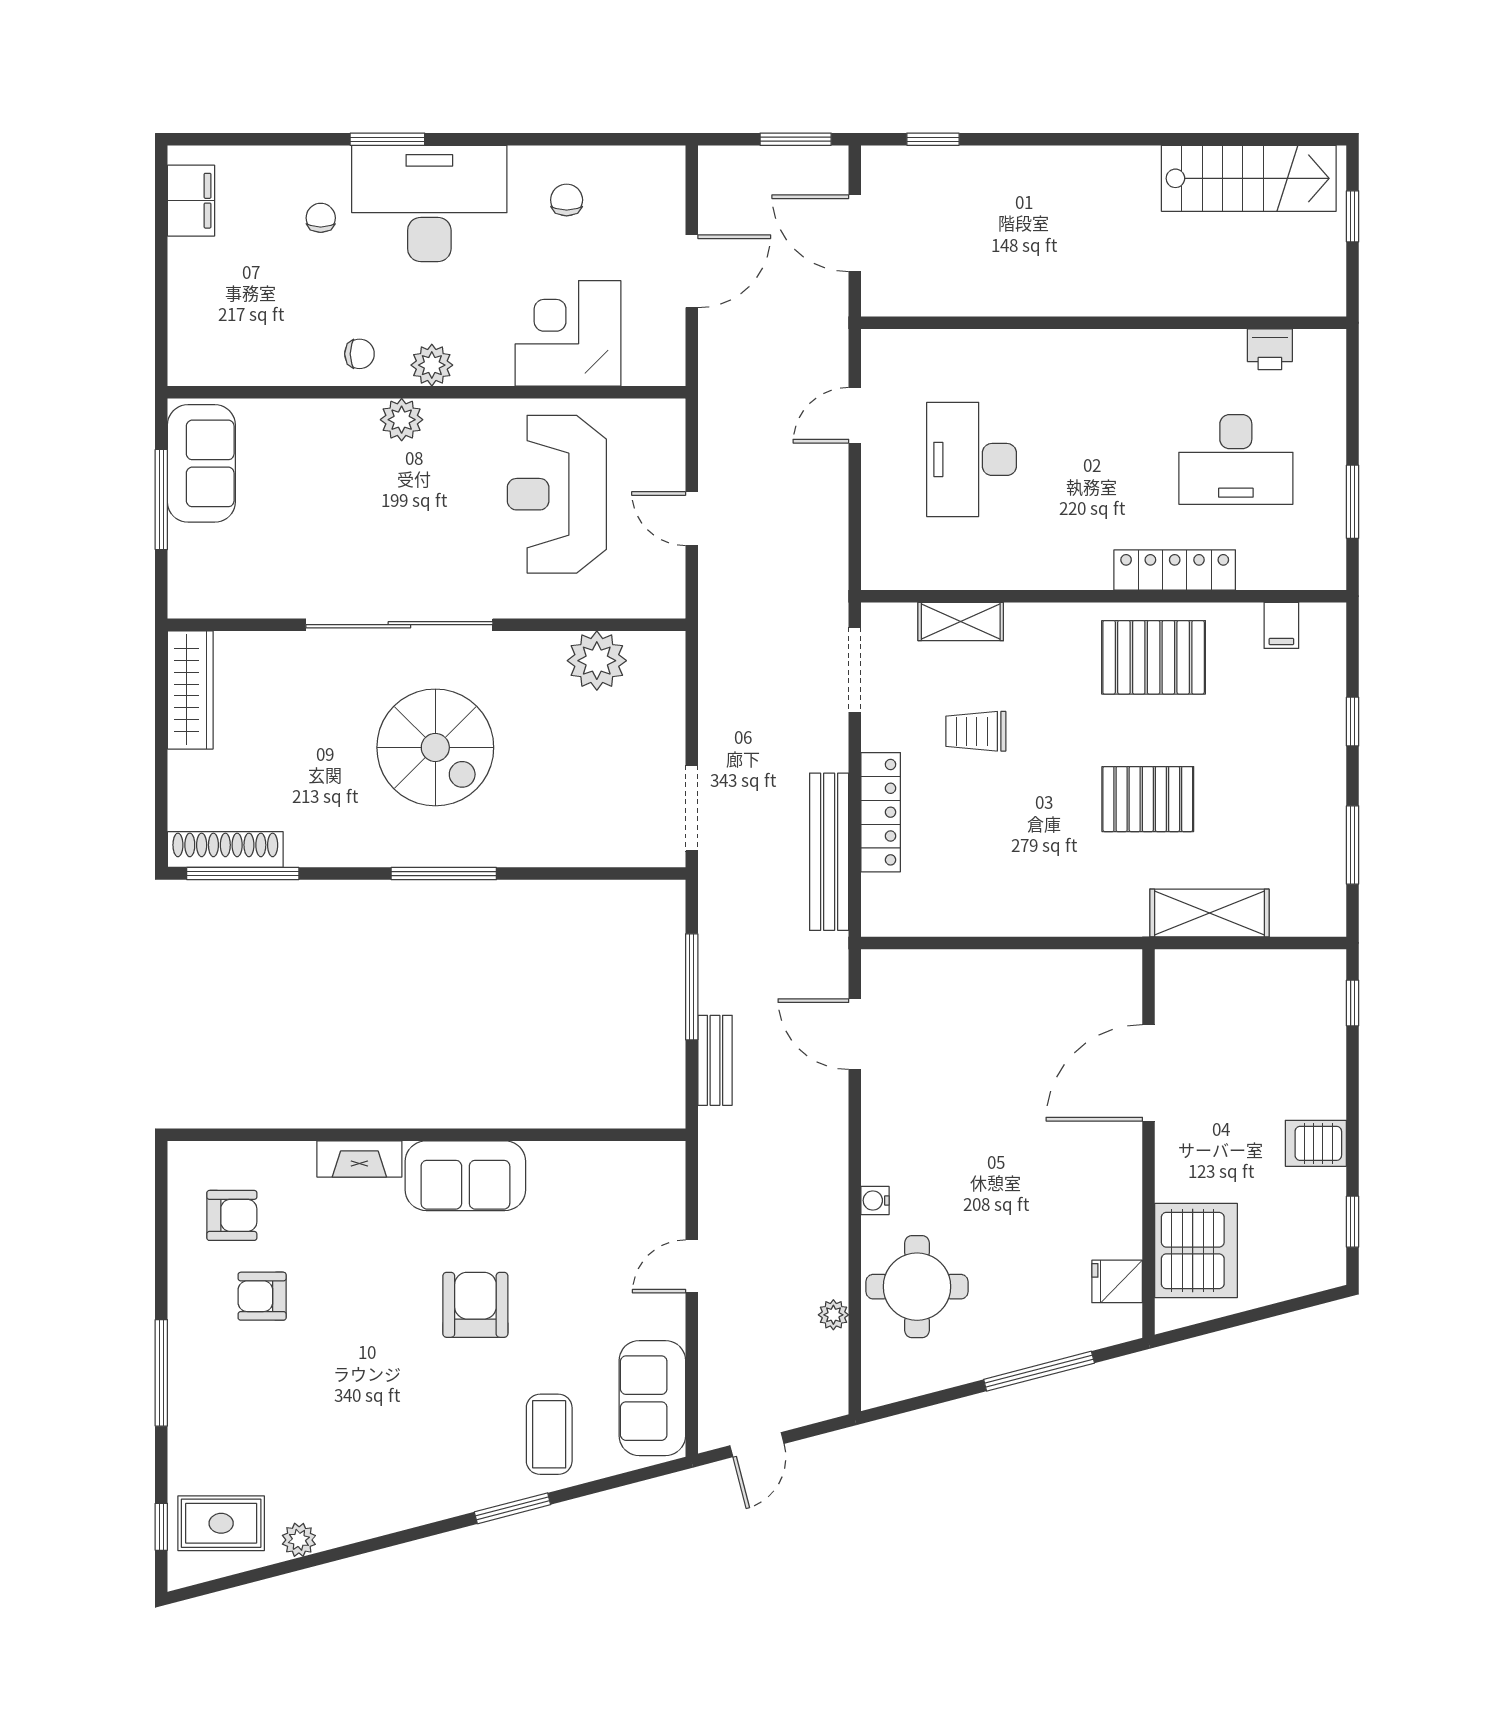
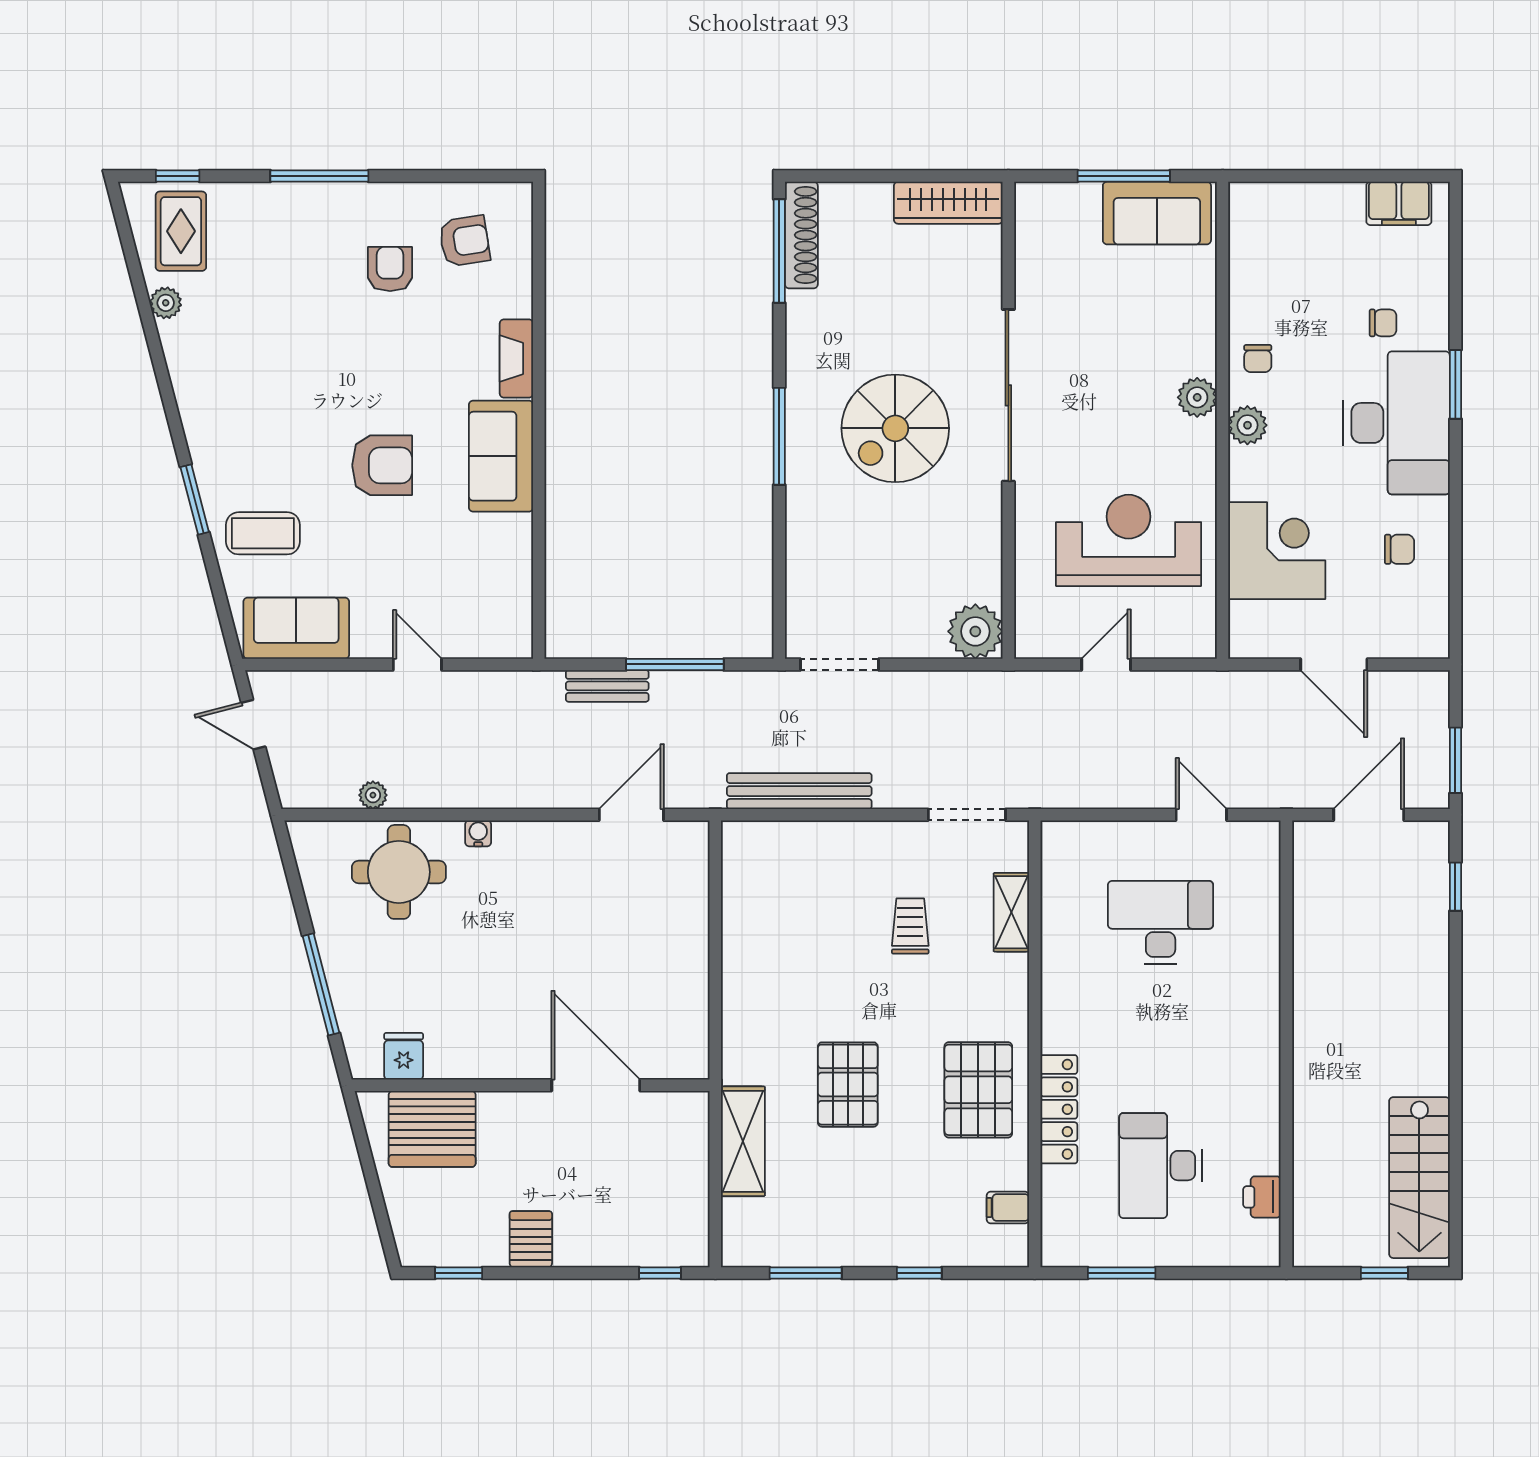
plant: (597, 661) -> (975, 631), moved
locker: (881, 812) -> (836, 839), removed
armchair: (232, 1215) -> (464, 241), turned -99

